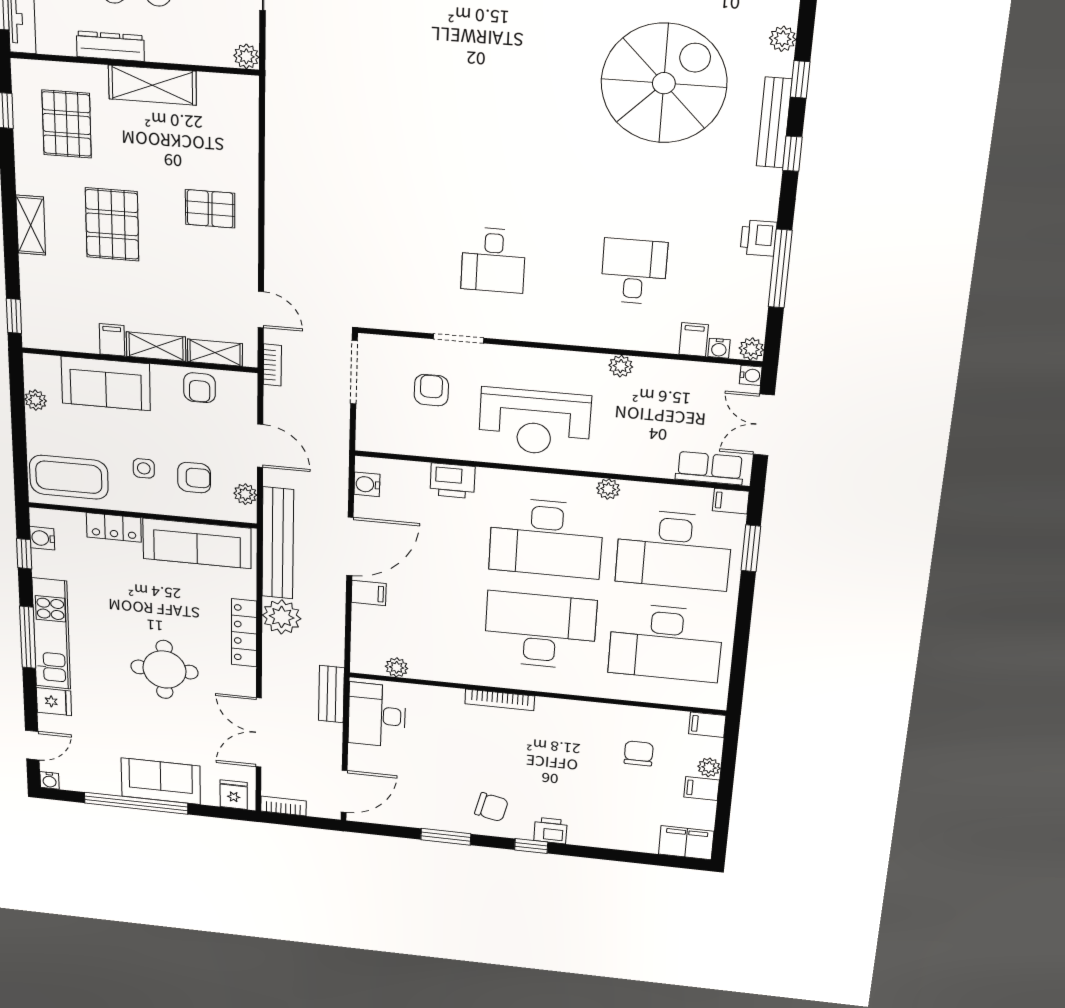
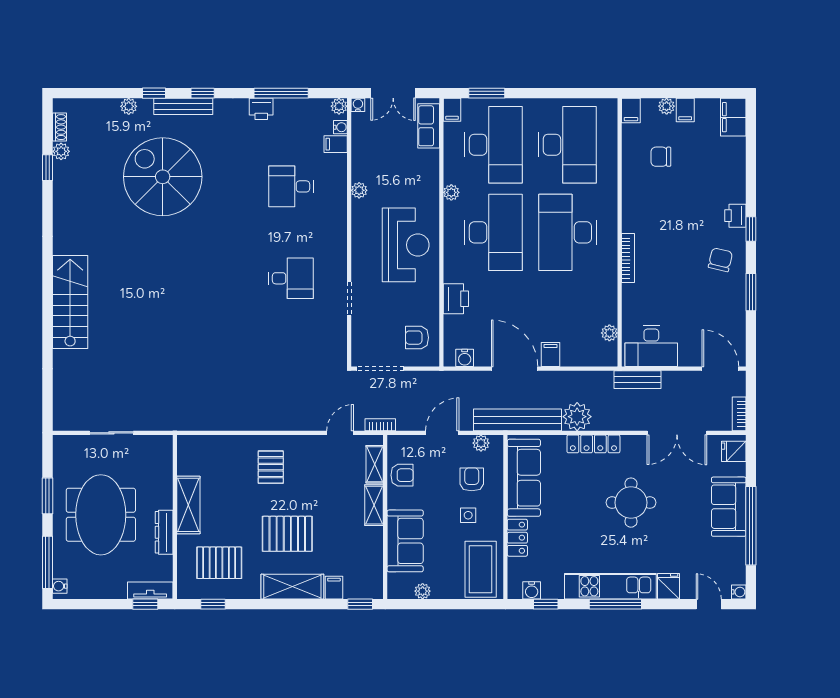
plant: (246, 56) -> (164, 443), removed
shelving: (31, 225) -> (292, 587), width x1.50, depth x1.33
filing cabinet: (112, 340) -> (334, 588), moved, turned 90
armchair: (431, 390) -> (417, 338), moved

